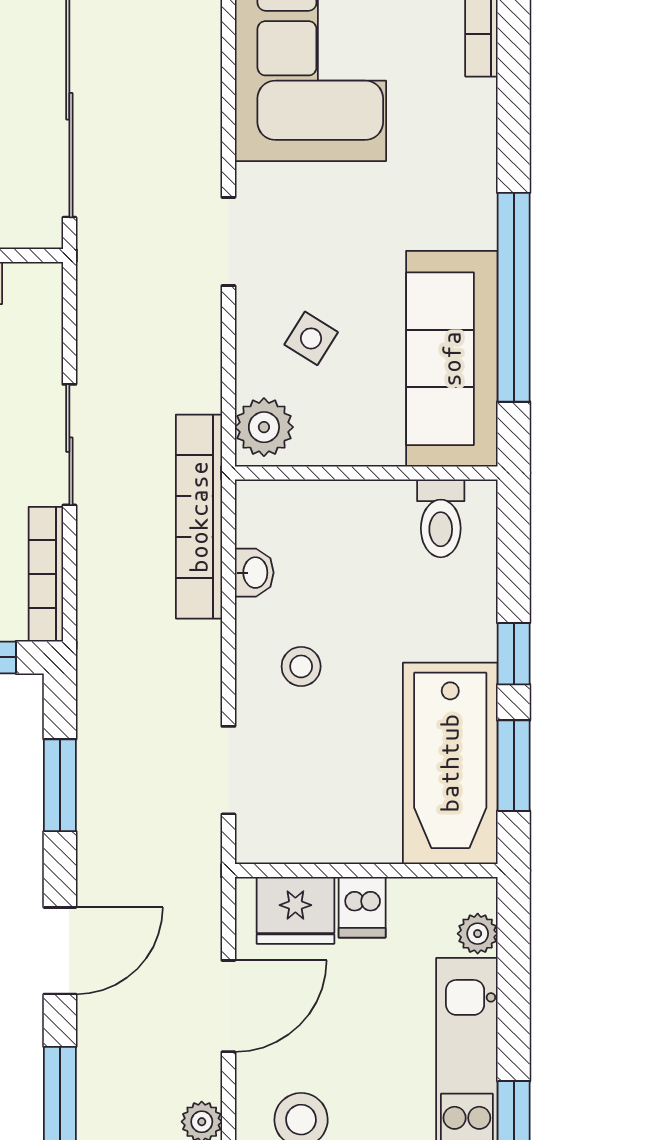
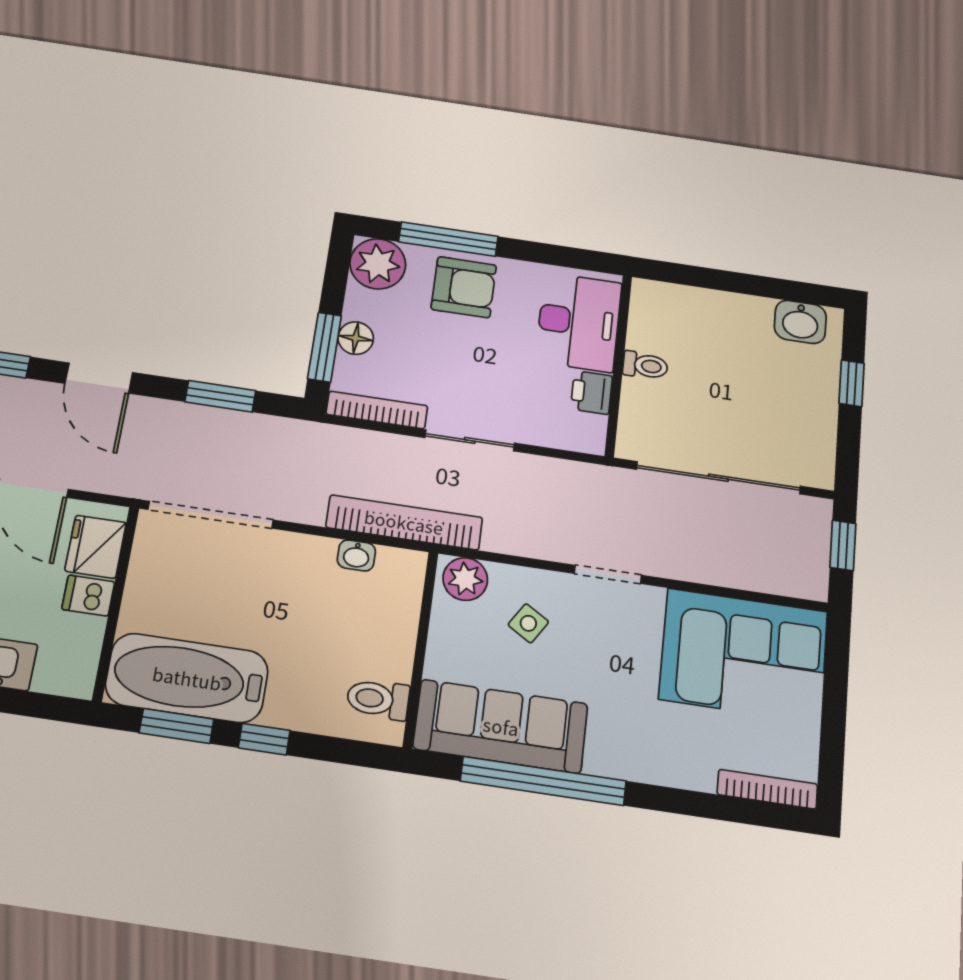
stool: (301, 666) -> (280, 579), removed
doorway: (228, 770) -> (211, 515), width x1.88
plant: (478, 934) -> (50, 679), removed

